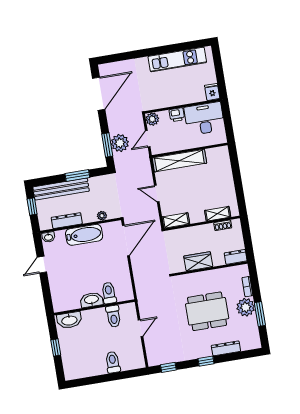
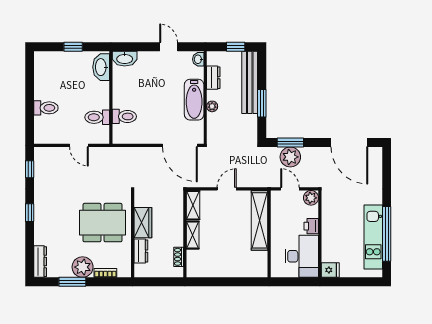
window: (173, 48) -> (387, 234), added
shelving: (218, 214) -> (193, 235), moved
plant: (102, 216) -> (212, 106), moved
dresser: (67, 221) -> (213, 78), width x0.70
dresser: (236, 257) -> (141, 251), moved
washbasin: (91, 300) -> (125, 59), moved, turned 90
dining table: (207, 311) -> (102, 223), moved, turned 90
dresser: (226, 348) -> (40, 262), moved

